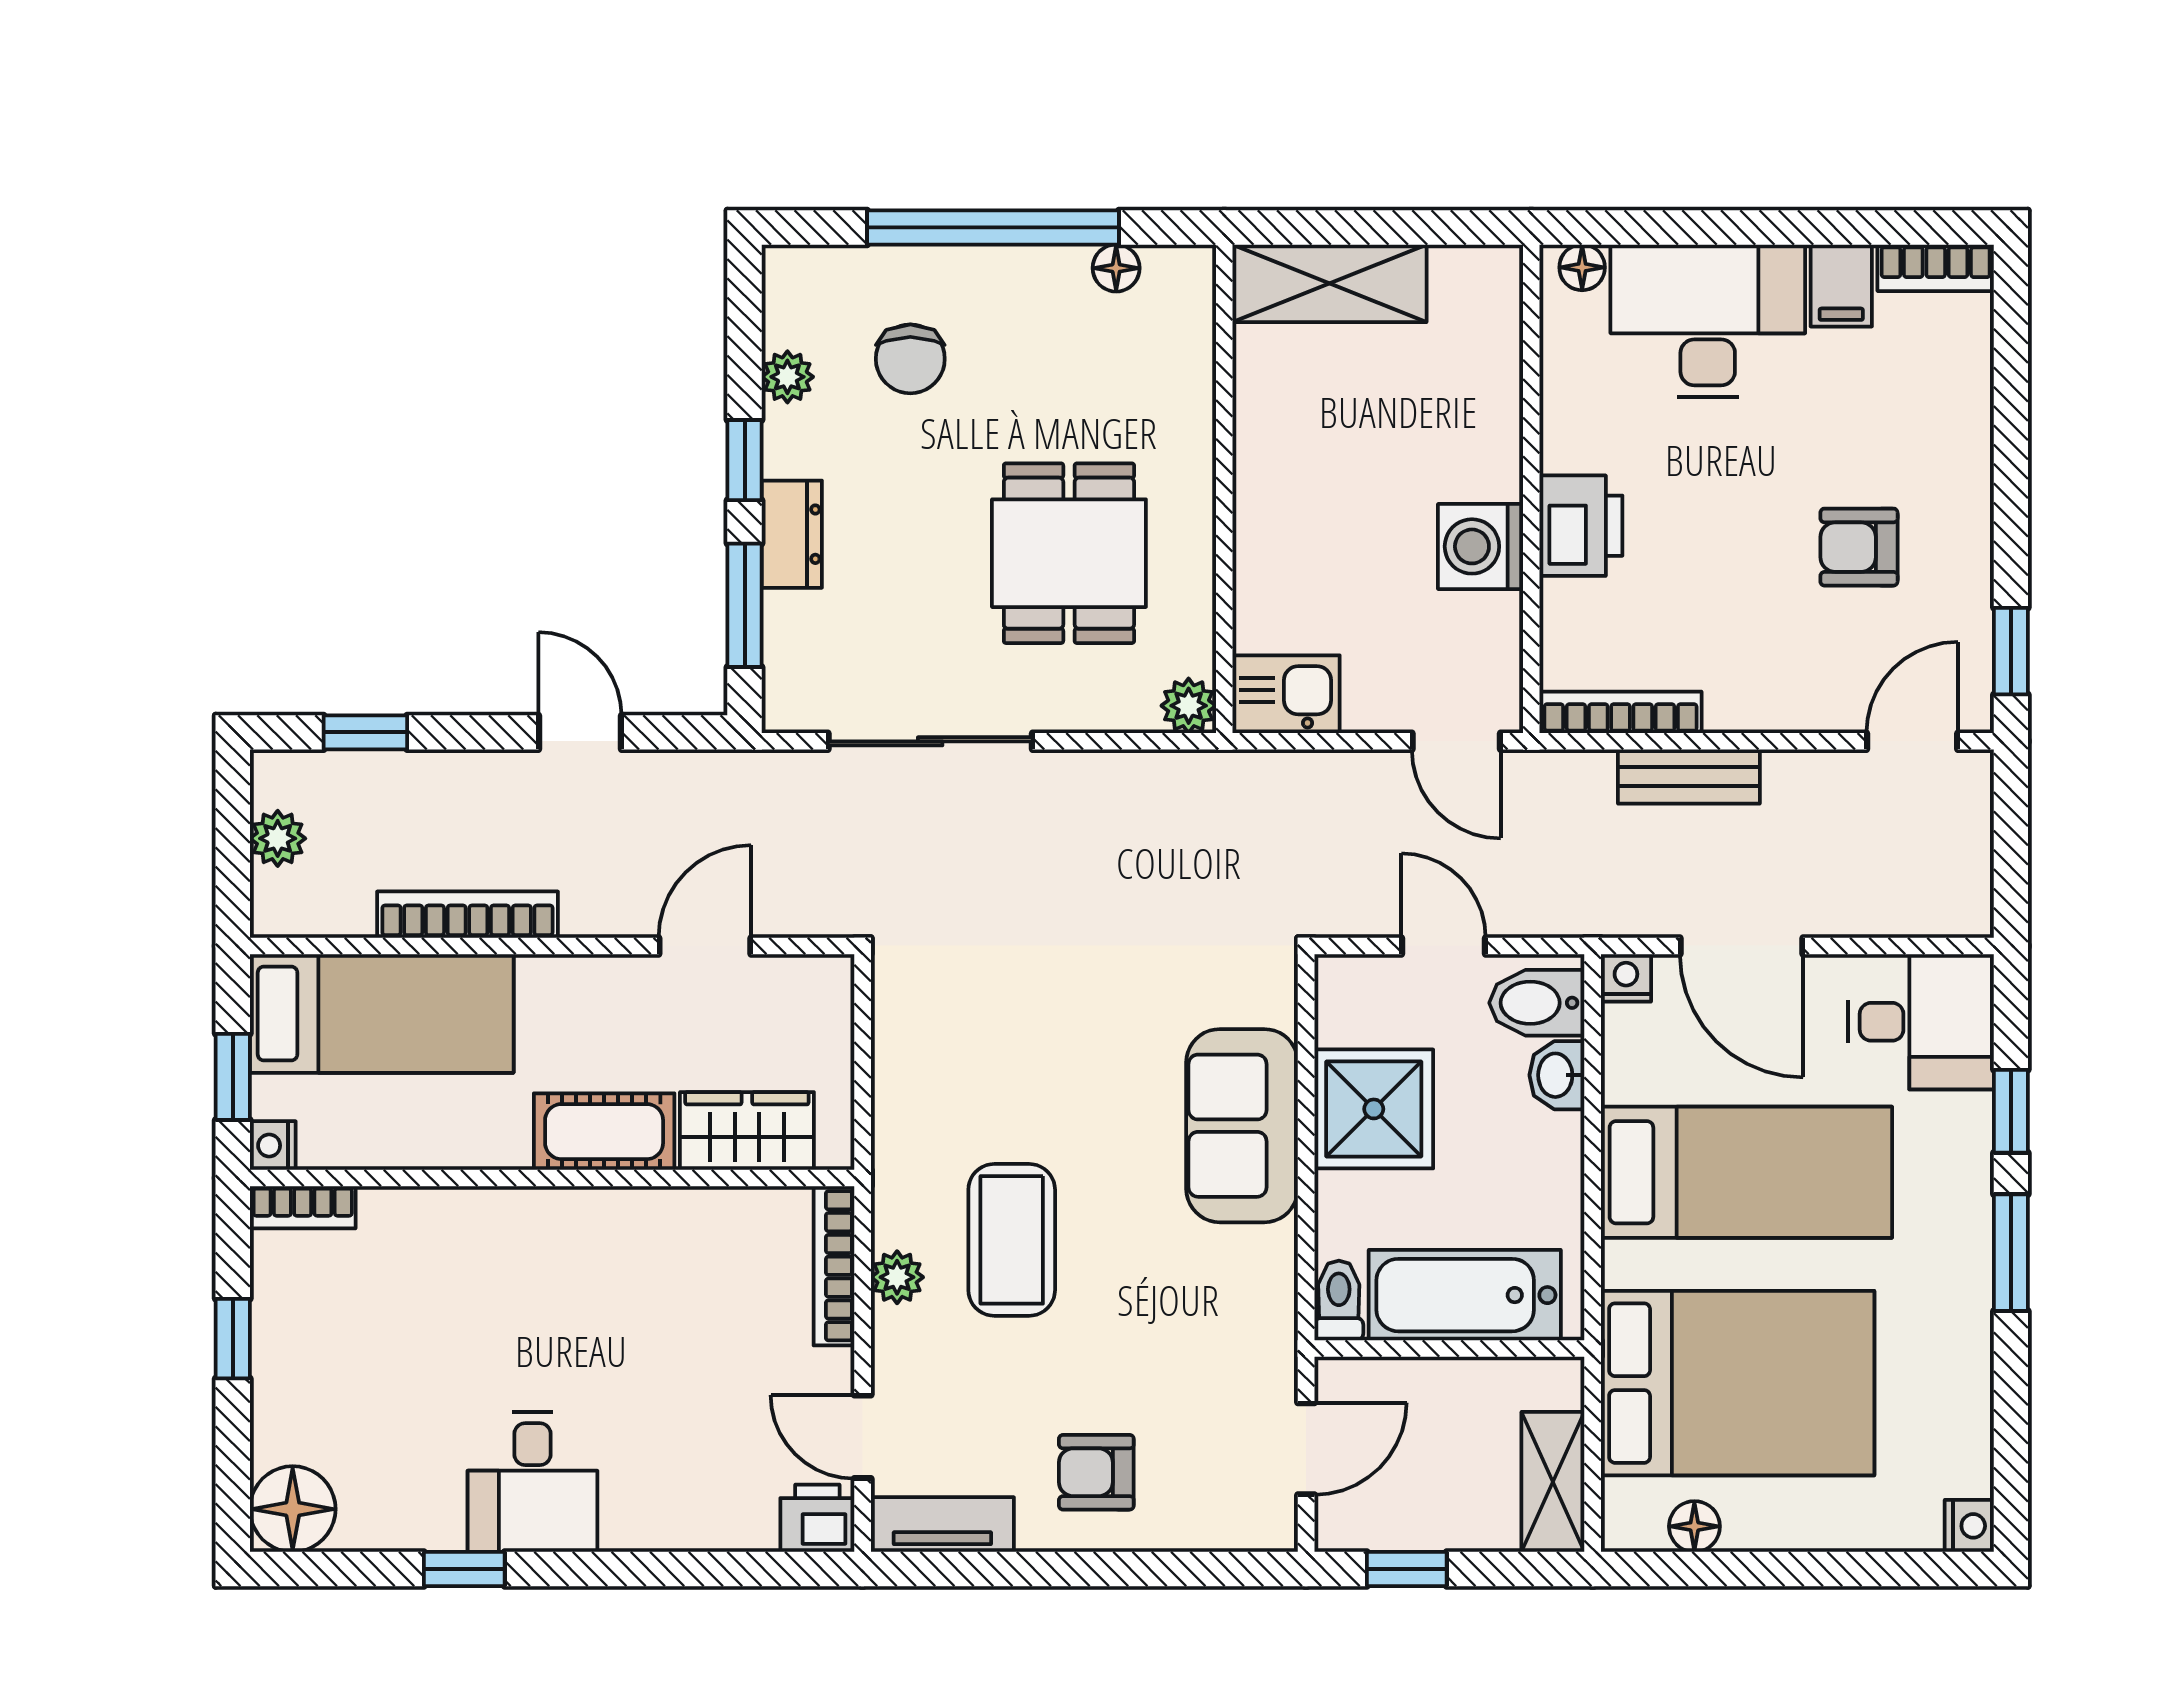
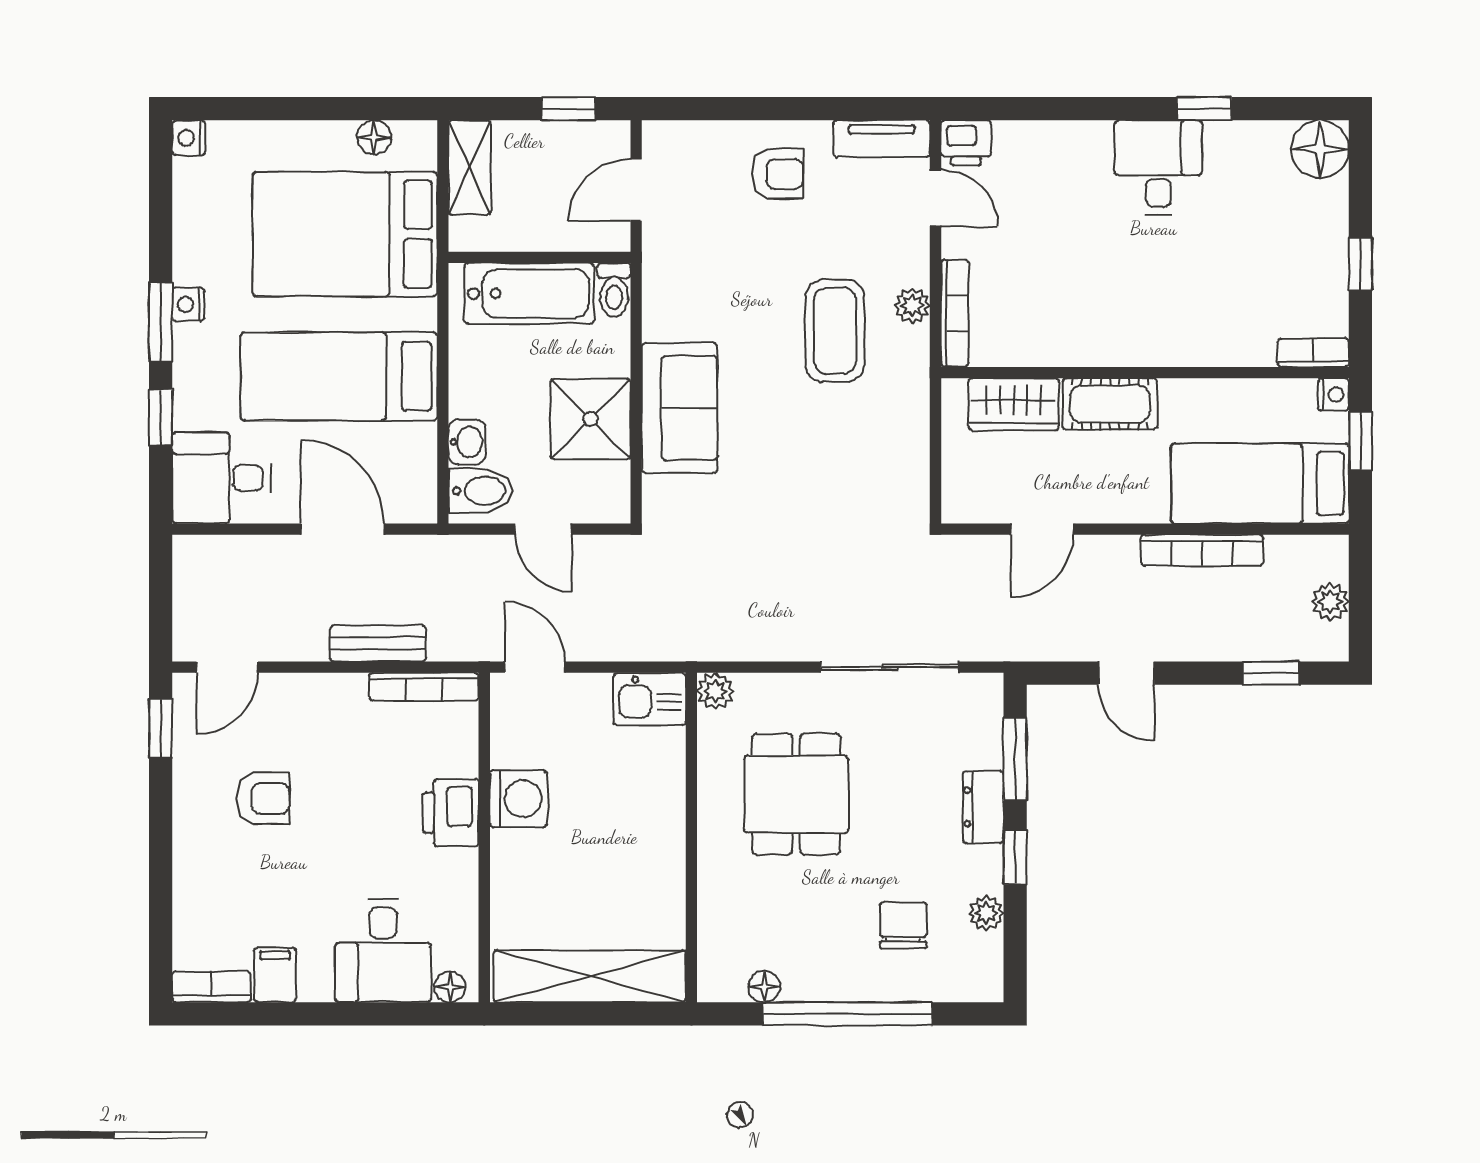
shelving: (1329, 283) -> (590, 976), width x1.47
desk: (1708, 321) -> (383, 951), width x0.73
nightstand: (1626, 978) -> (188, 304), moved, turned 90

